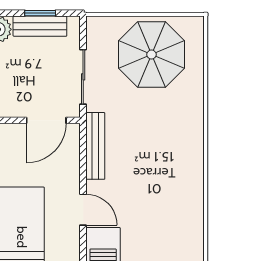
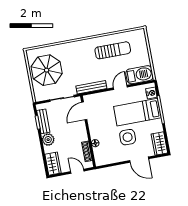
door: (46, 120) -> (84, 111), swing flipped
sun lounger: (168, 208) -> (113, 50), added

